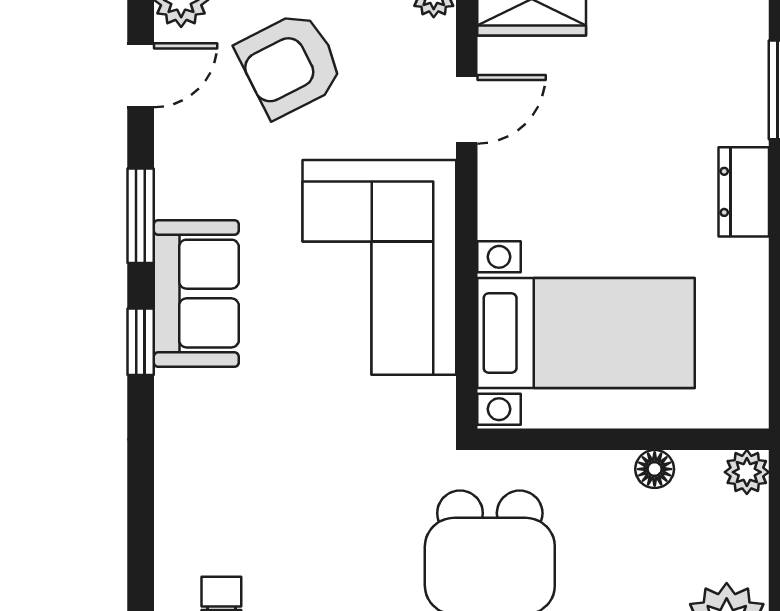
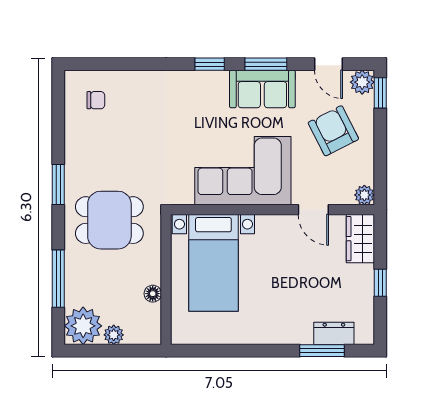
dresser: (744, 192) -> (334, 333), moved
sofa: (196, 294) -> (262, 89), moved
plant: (747, 472) -> (114, 335), moved

